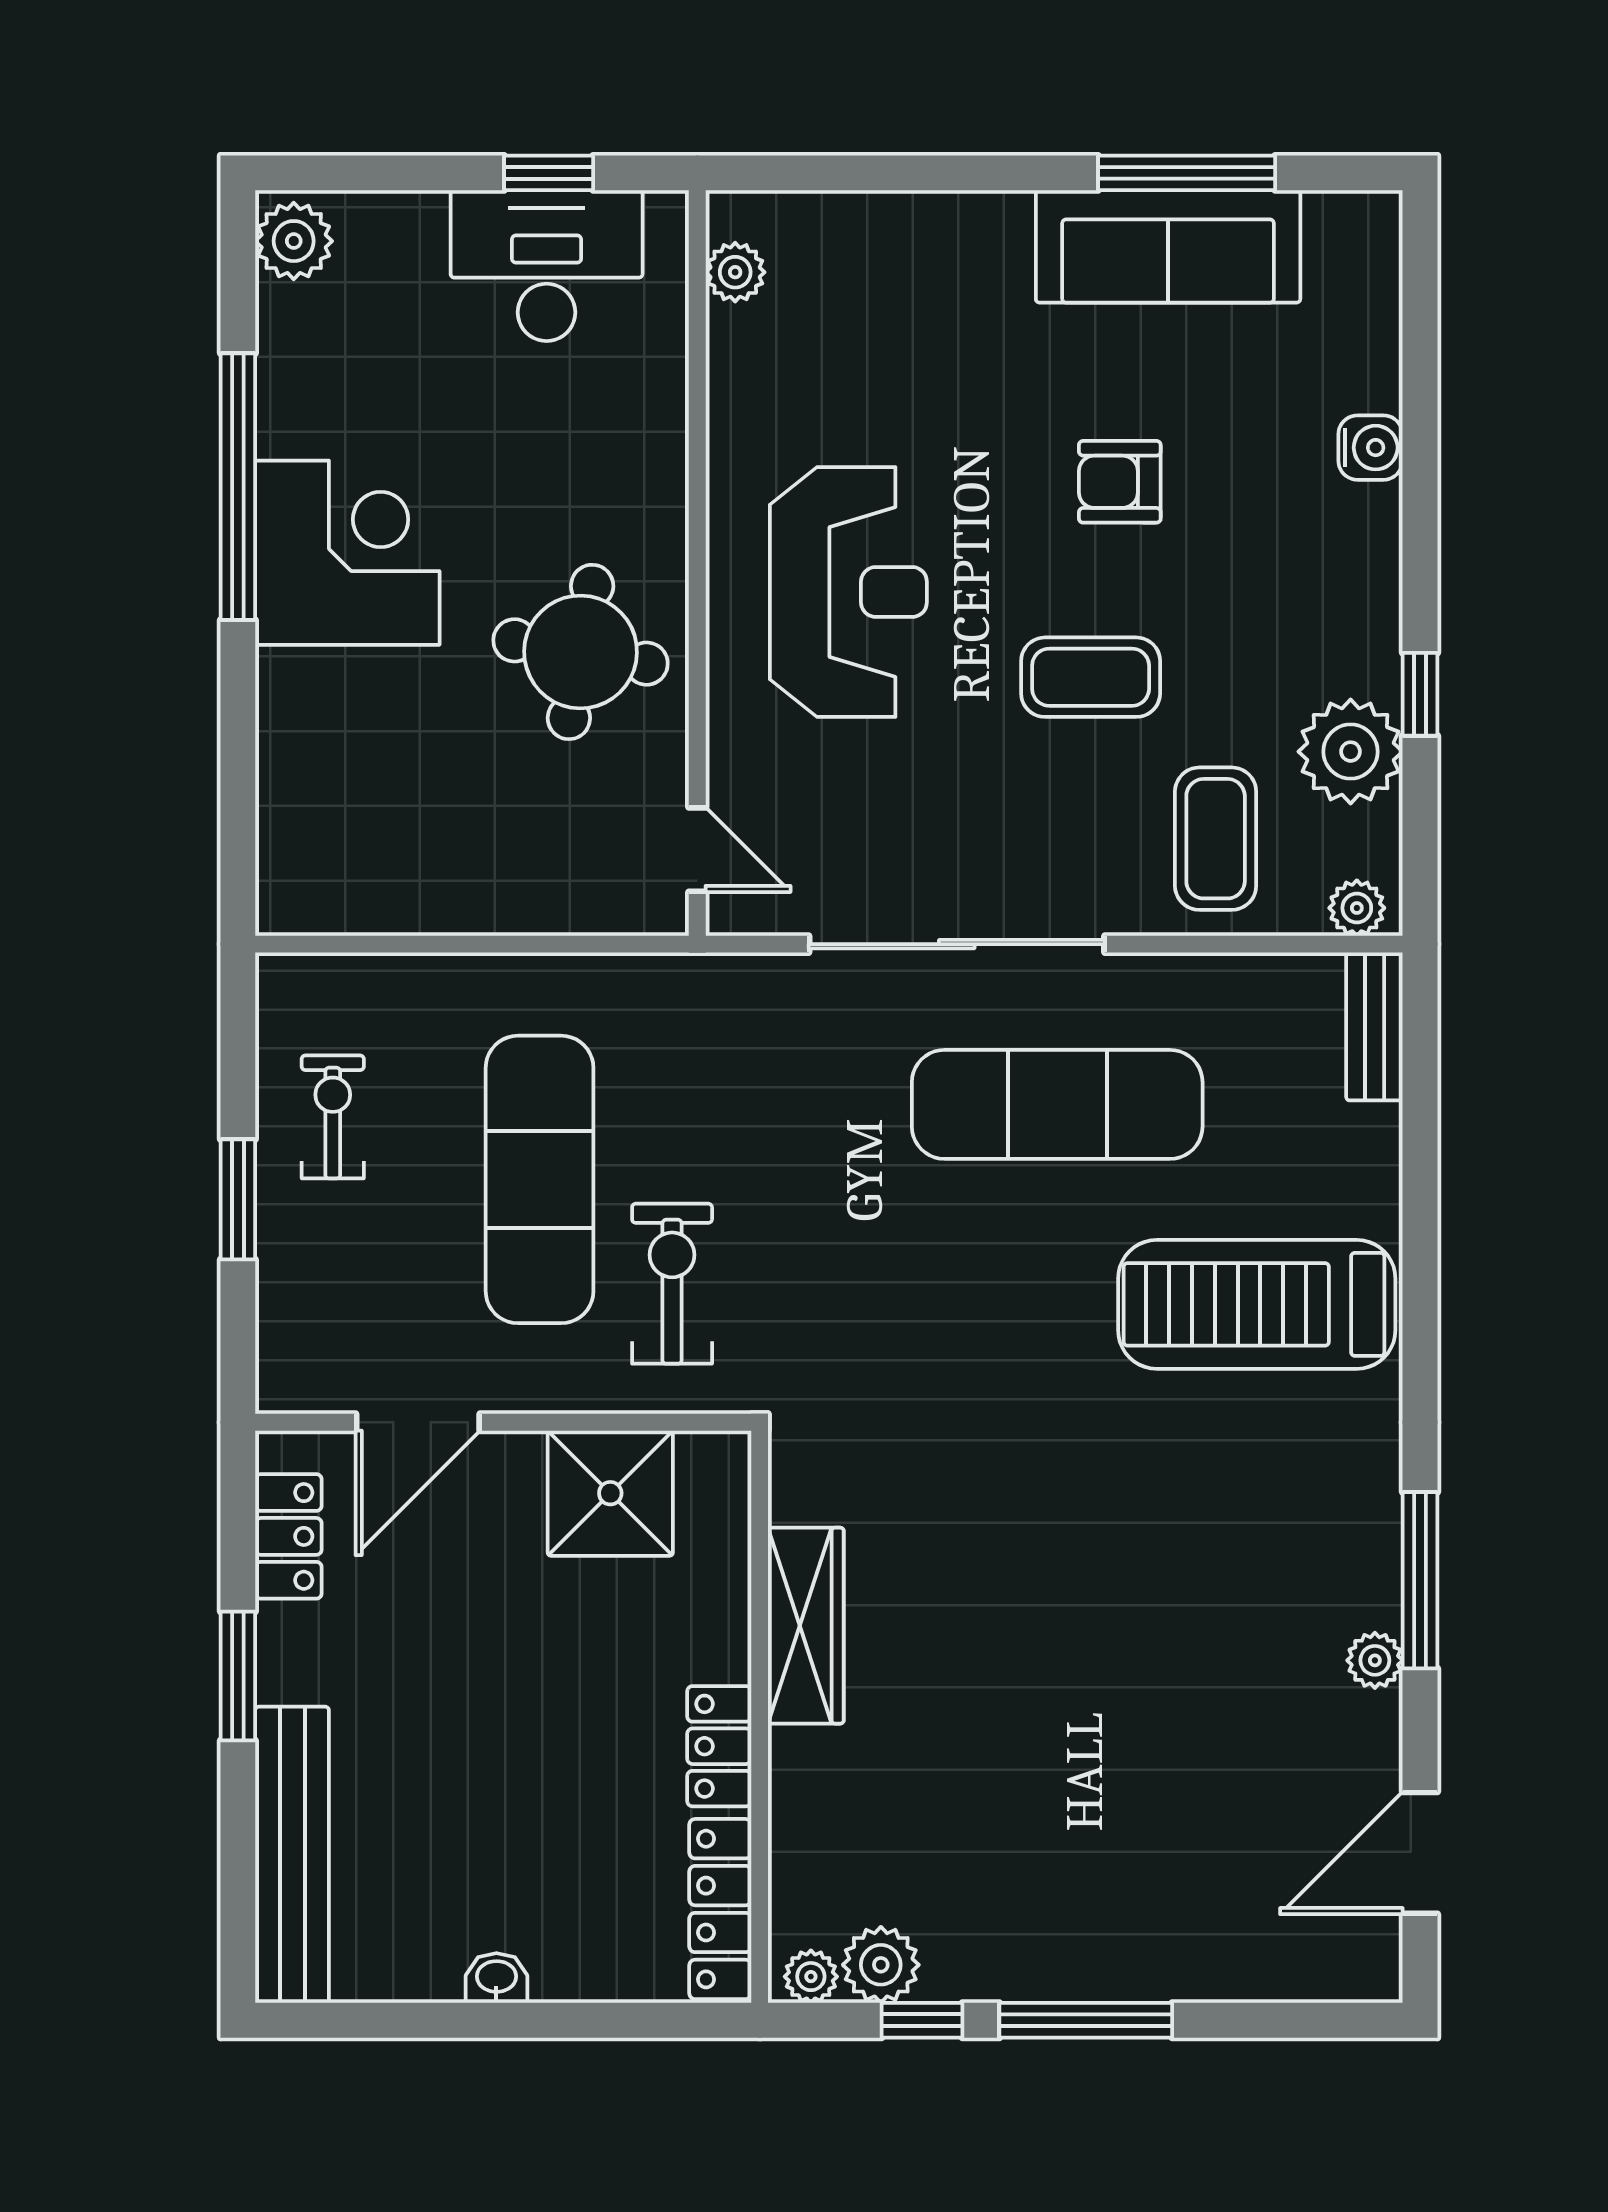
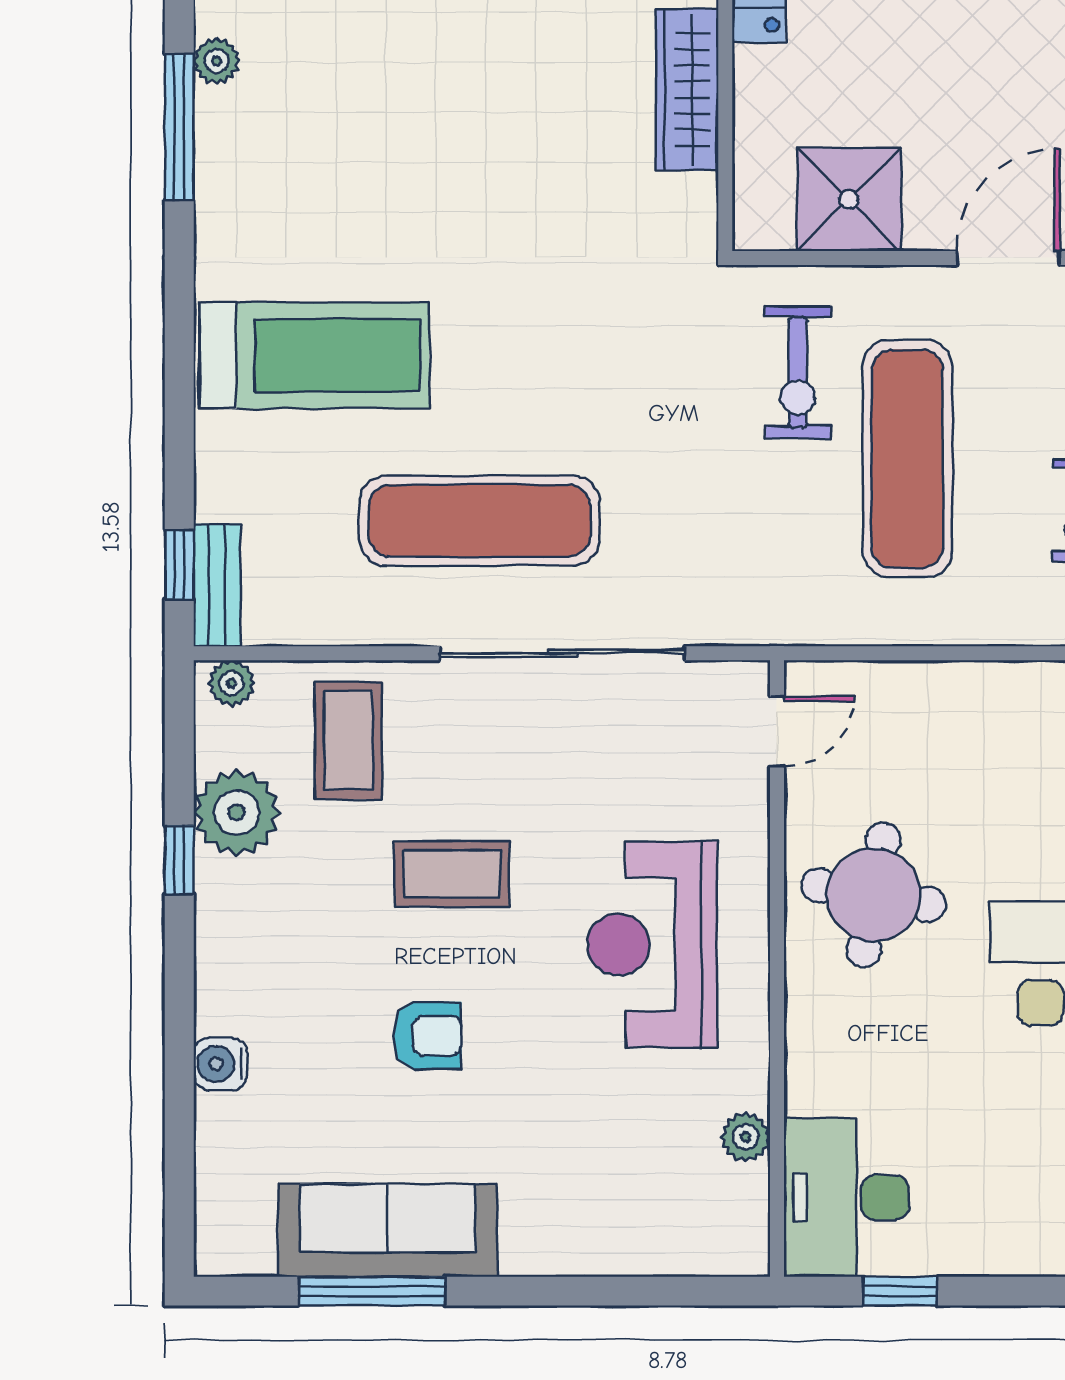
desk: (547, 266) -> (846, 1197), moved, turned 90
plant: (735, 272) -> (746, 1137), moved
door: (697, 850) -> (777, 731), swing flipped
window: (1420, 1051) -> (179, 565), added

